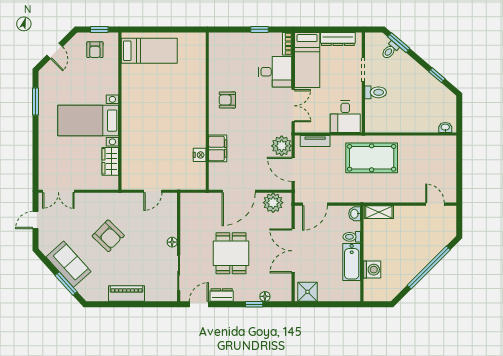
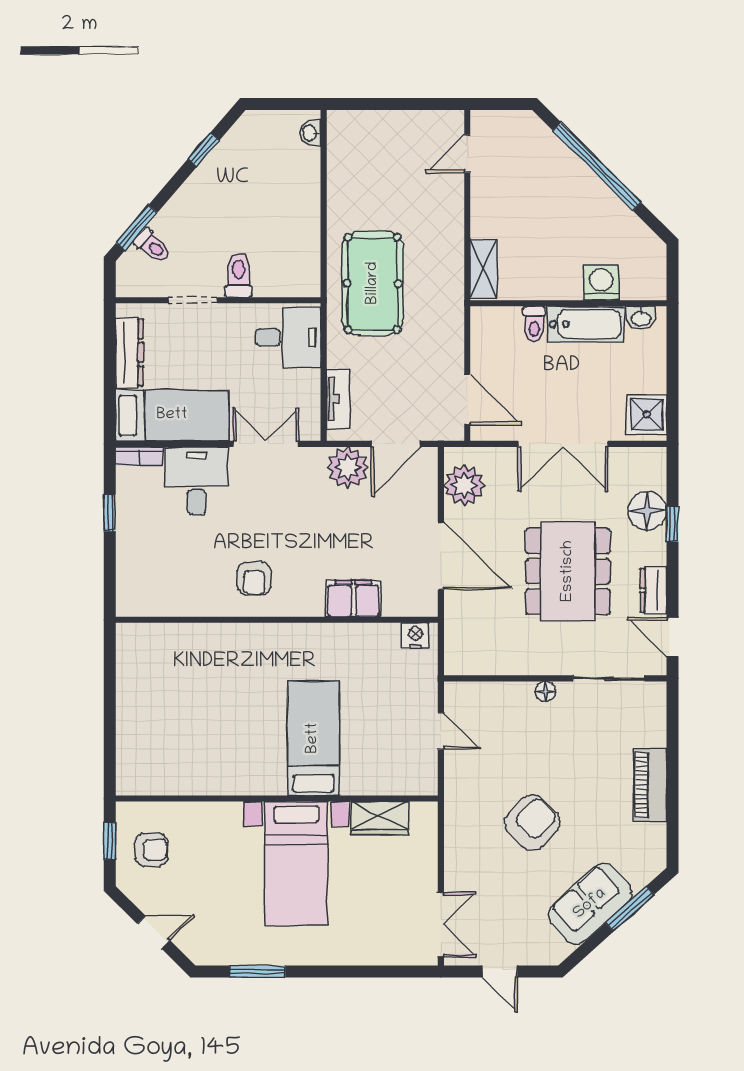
bed: (149, 51) -> (313, 738), moved
nightstand: (200, 155) -> (415, 635), moved
washbasin: (355, 214) -> (641, 318), moved
dining table: (231, 253) -> (568, 571), width x1.38
floor lamp: (265, 296) -> (647, 511), width x1.89, depth x1.89

